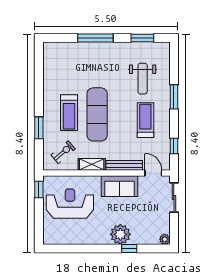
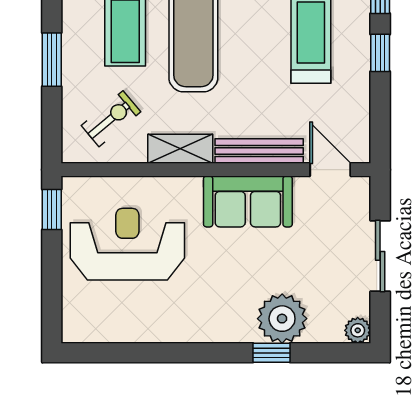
window: (174, 146) -> (380, 53), moved
sliding door: (174, 198) -> (380, 256), moved
plant: (120, 234) -> (282, 319), moved

